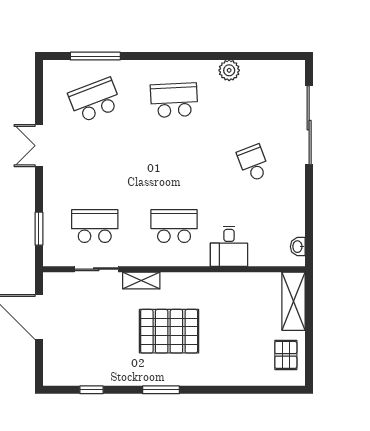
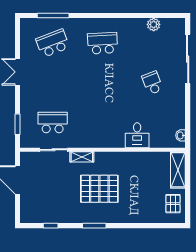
plant: (229, 70) -> (154, 24), moved
school desk: (174, 226) -> (103, 123), removed

